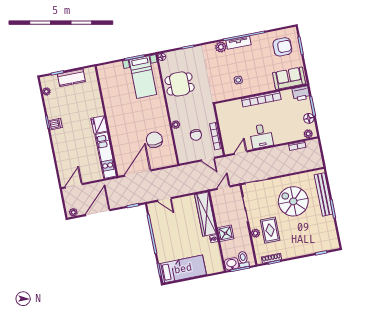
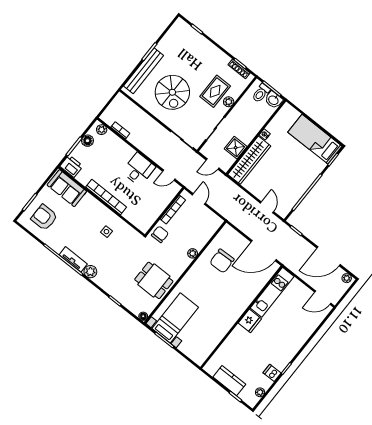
dishwasher: (55, 124) -> (272, 373), moved
chair: (196, 135) -> (160, 234), moved
shower: (226, 233) -> (236, 148), moved

